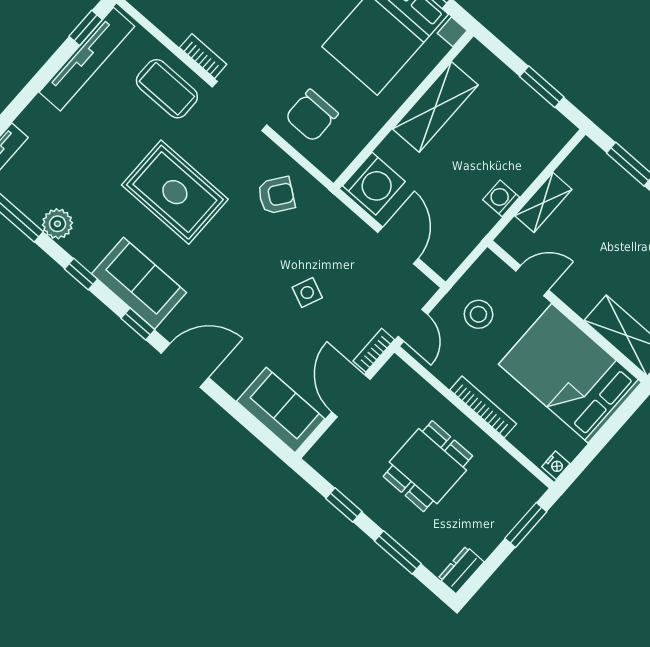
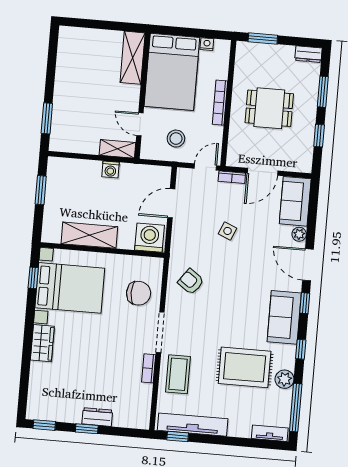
rug: (175, 192) -> (245, 367), moved, turned 90
shelving: (543, 203) -> (117, 149), moved
plant: (234, 383) -> (299, 234), added
nightstand: (556, 465) -> (207, 44), moved

